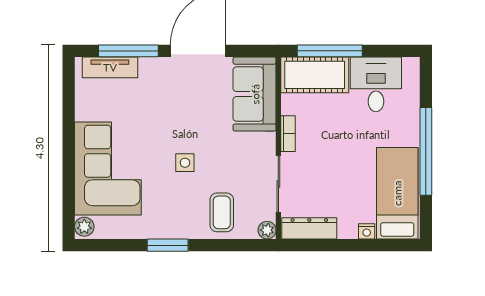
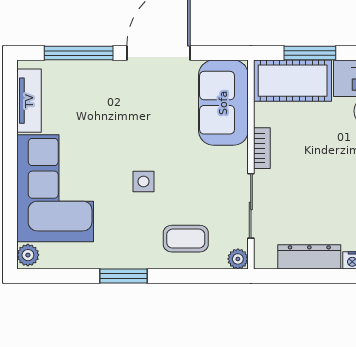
window: (330, 51) -> (310, 53), width x0.69
tv unit: (110, 67) -> (29, 101), moved, turned -90
coffee table: (222, 212) -> (186, 239), turned 90
dresser: (309, 228) -> (309, 257), moved

